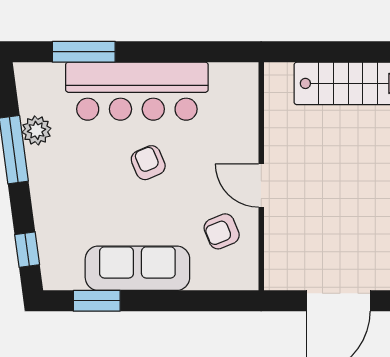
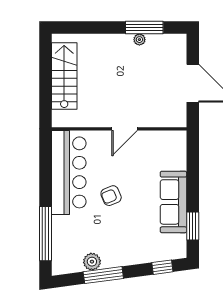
window: (84, 52) -> (45, 234), width x1.46
bar counter: (137, 91) -> (69, 172), moved
armchair: (222, 231) -> (152, 152), removed

